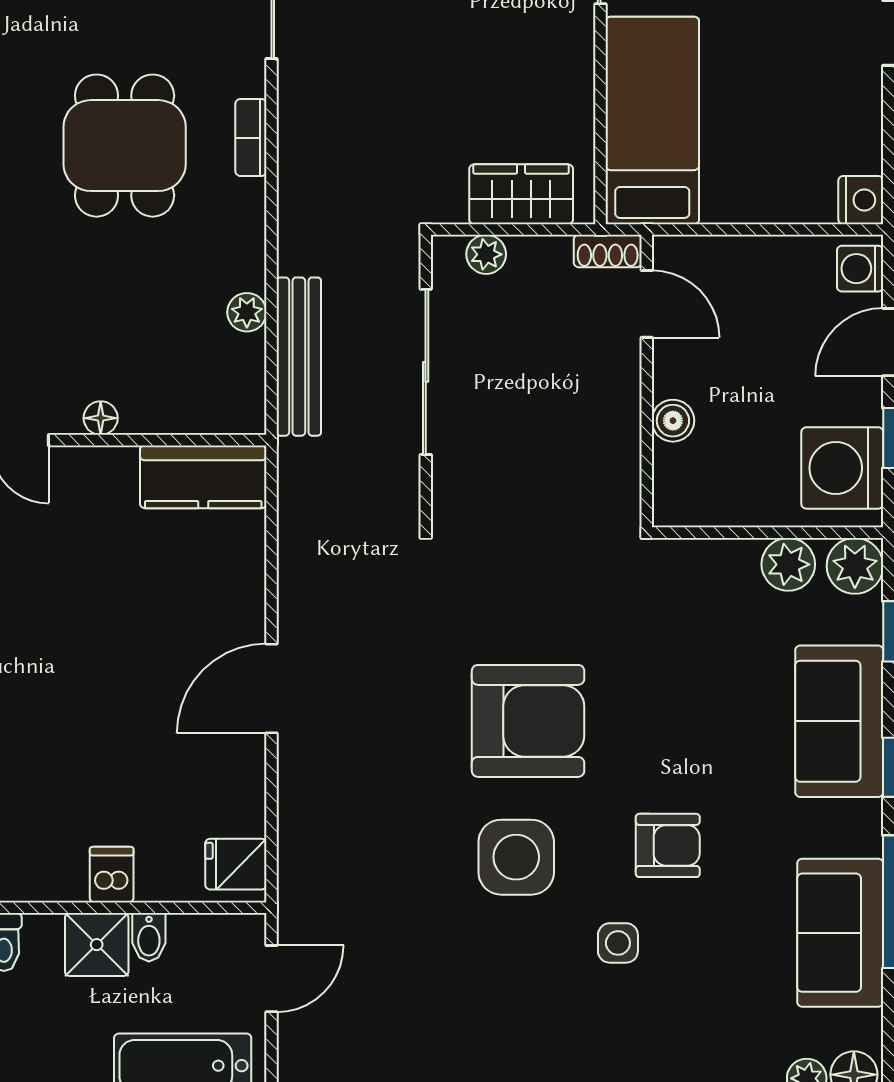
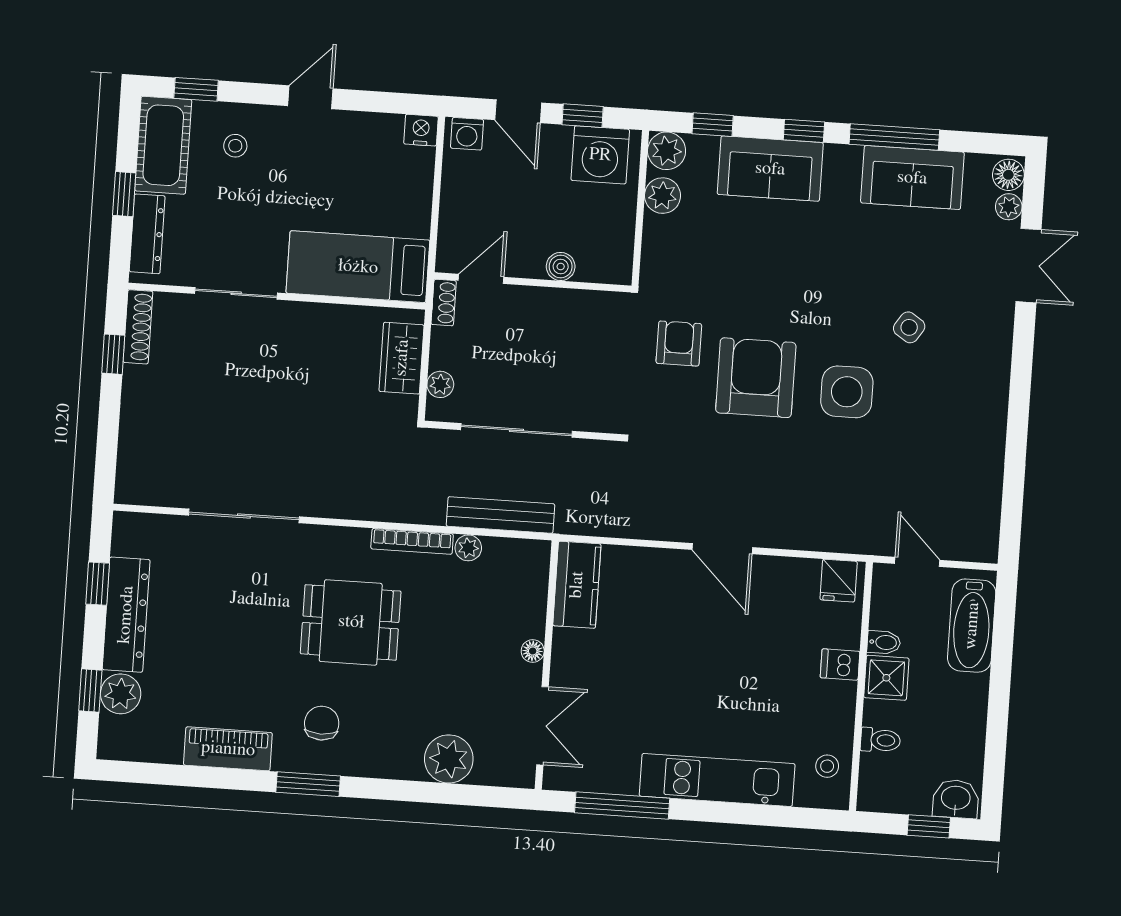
bookcase: (251, 138) -> (412, 541), moved, width x1.56
armchair: (668, 845) -> (679, 343), moved
side table: (618, 943) -> (909, 327), turned 34

